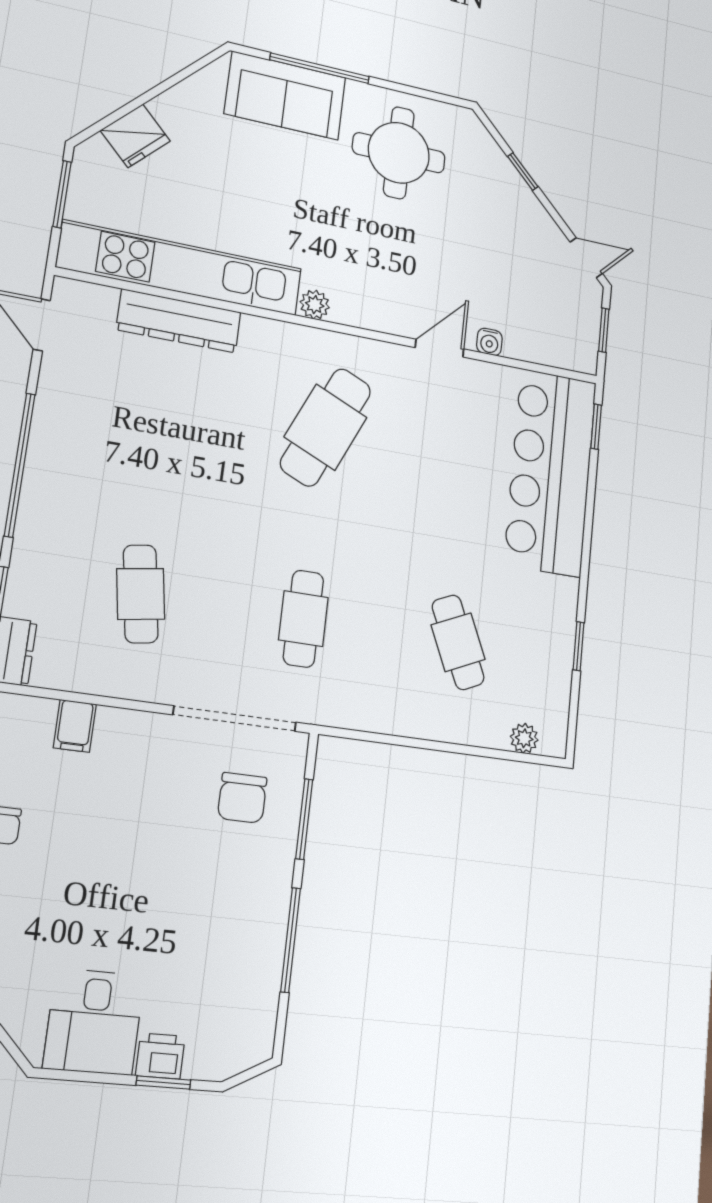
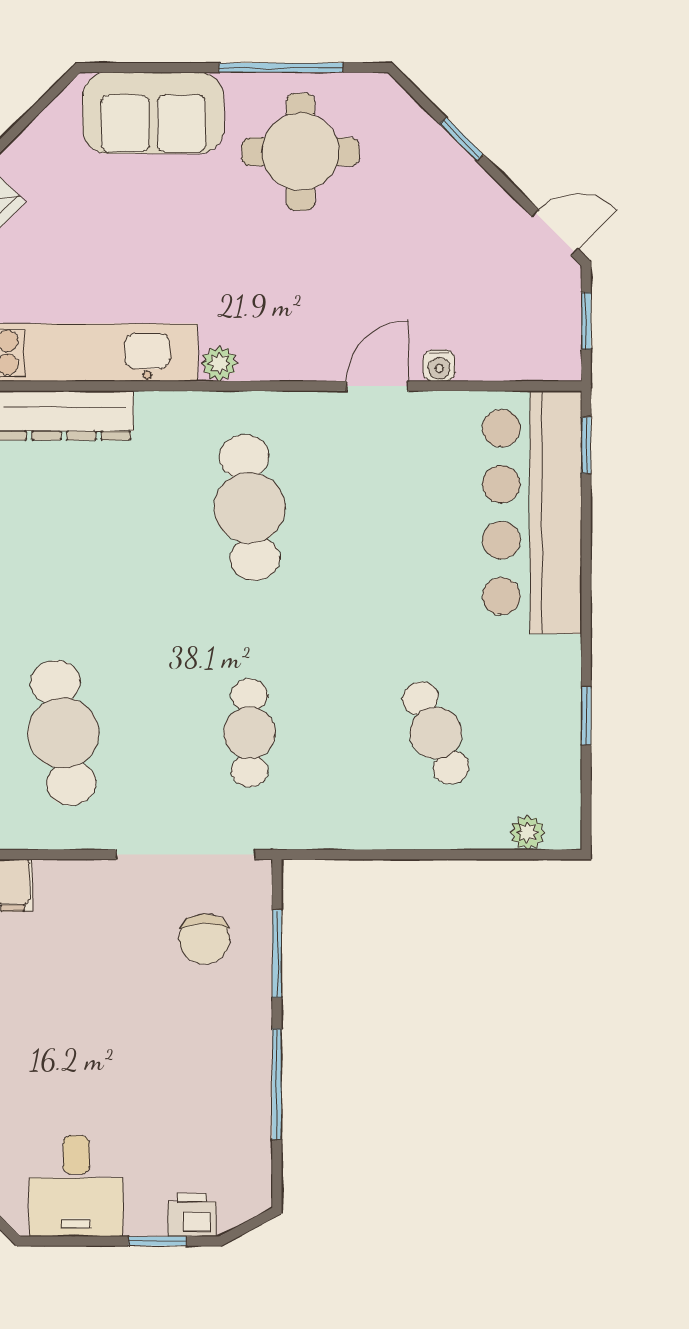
window: (320, 68) -> (281, 68), moved
cafe table: (326, 427) -> (250, 508), turned -30
cafe table: (141, 594) -> (63, 733), width x1.37, depth x1.35
printer: (160, 1056) -> (192, 1215), moved

